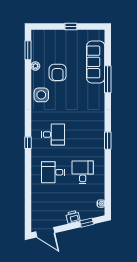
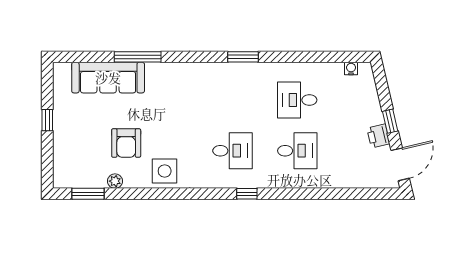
armchair: (58, 73) -> (126, 143), turned 90
desk: (53, 134) -> (232, 151), turned 90
desk: (53, 172) -> (297, 151), turned -90
printer: (73, 217) -> (378, 136), moved
window: (87, 223) -> (390, 121), moved

